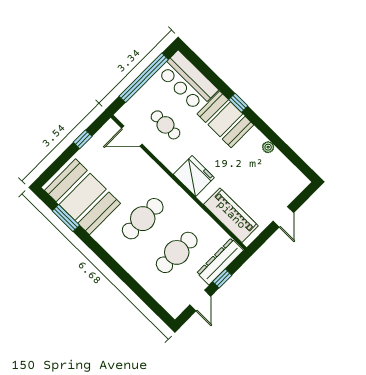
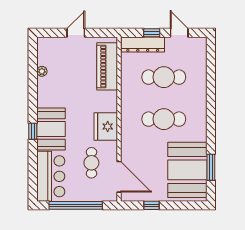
door: (132, 136) -> (119, 177), width x1.36
plant: (268, 147) -> (42, 71), moved
fridge: (194, 176) -> (106, 126), moved
door: (200, 301) -> (179, 33), hinge flipped

